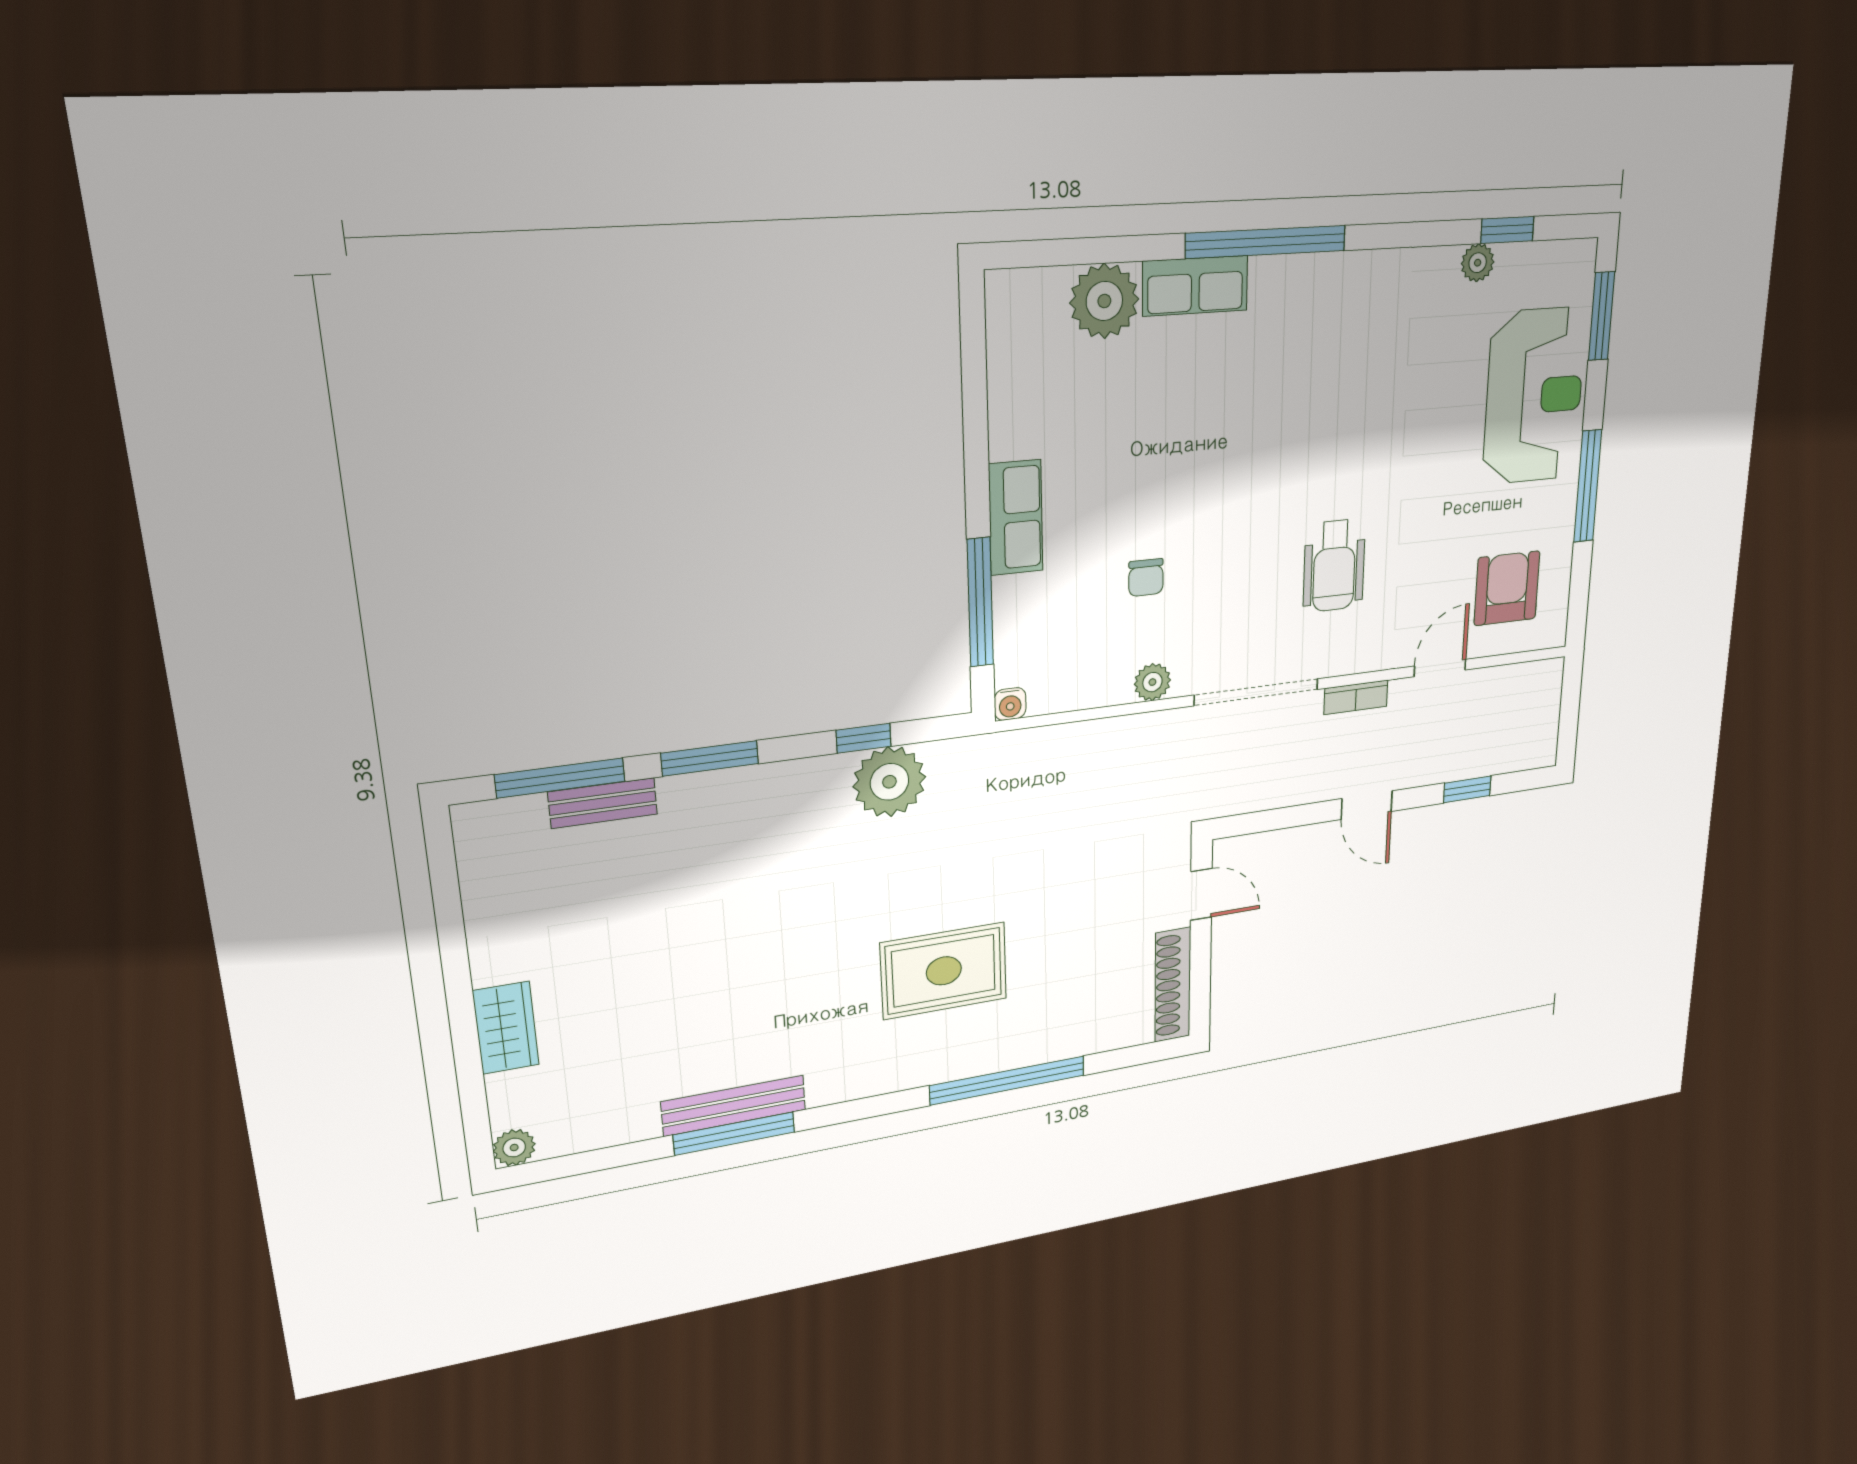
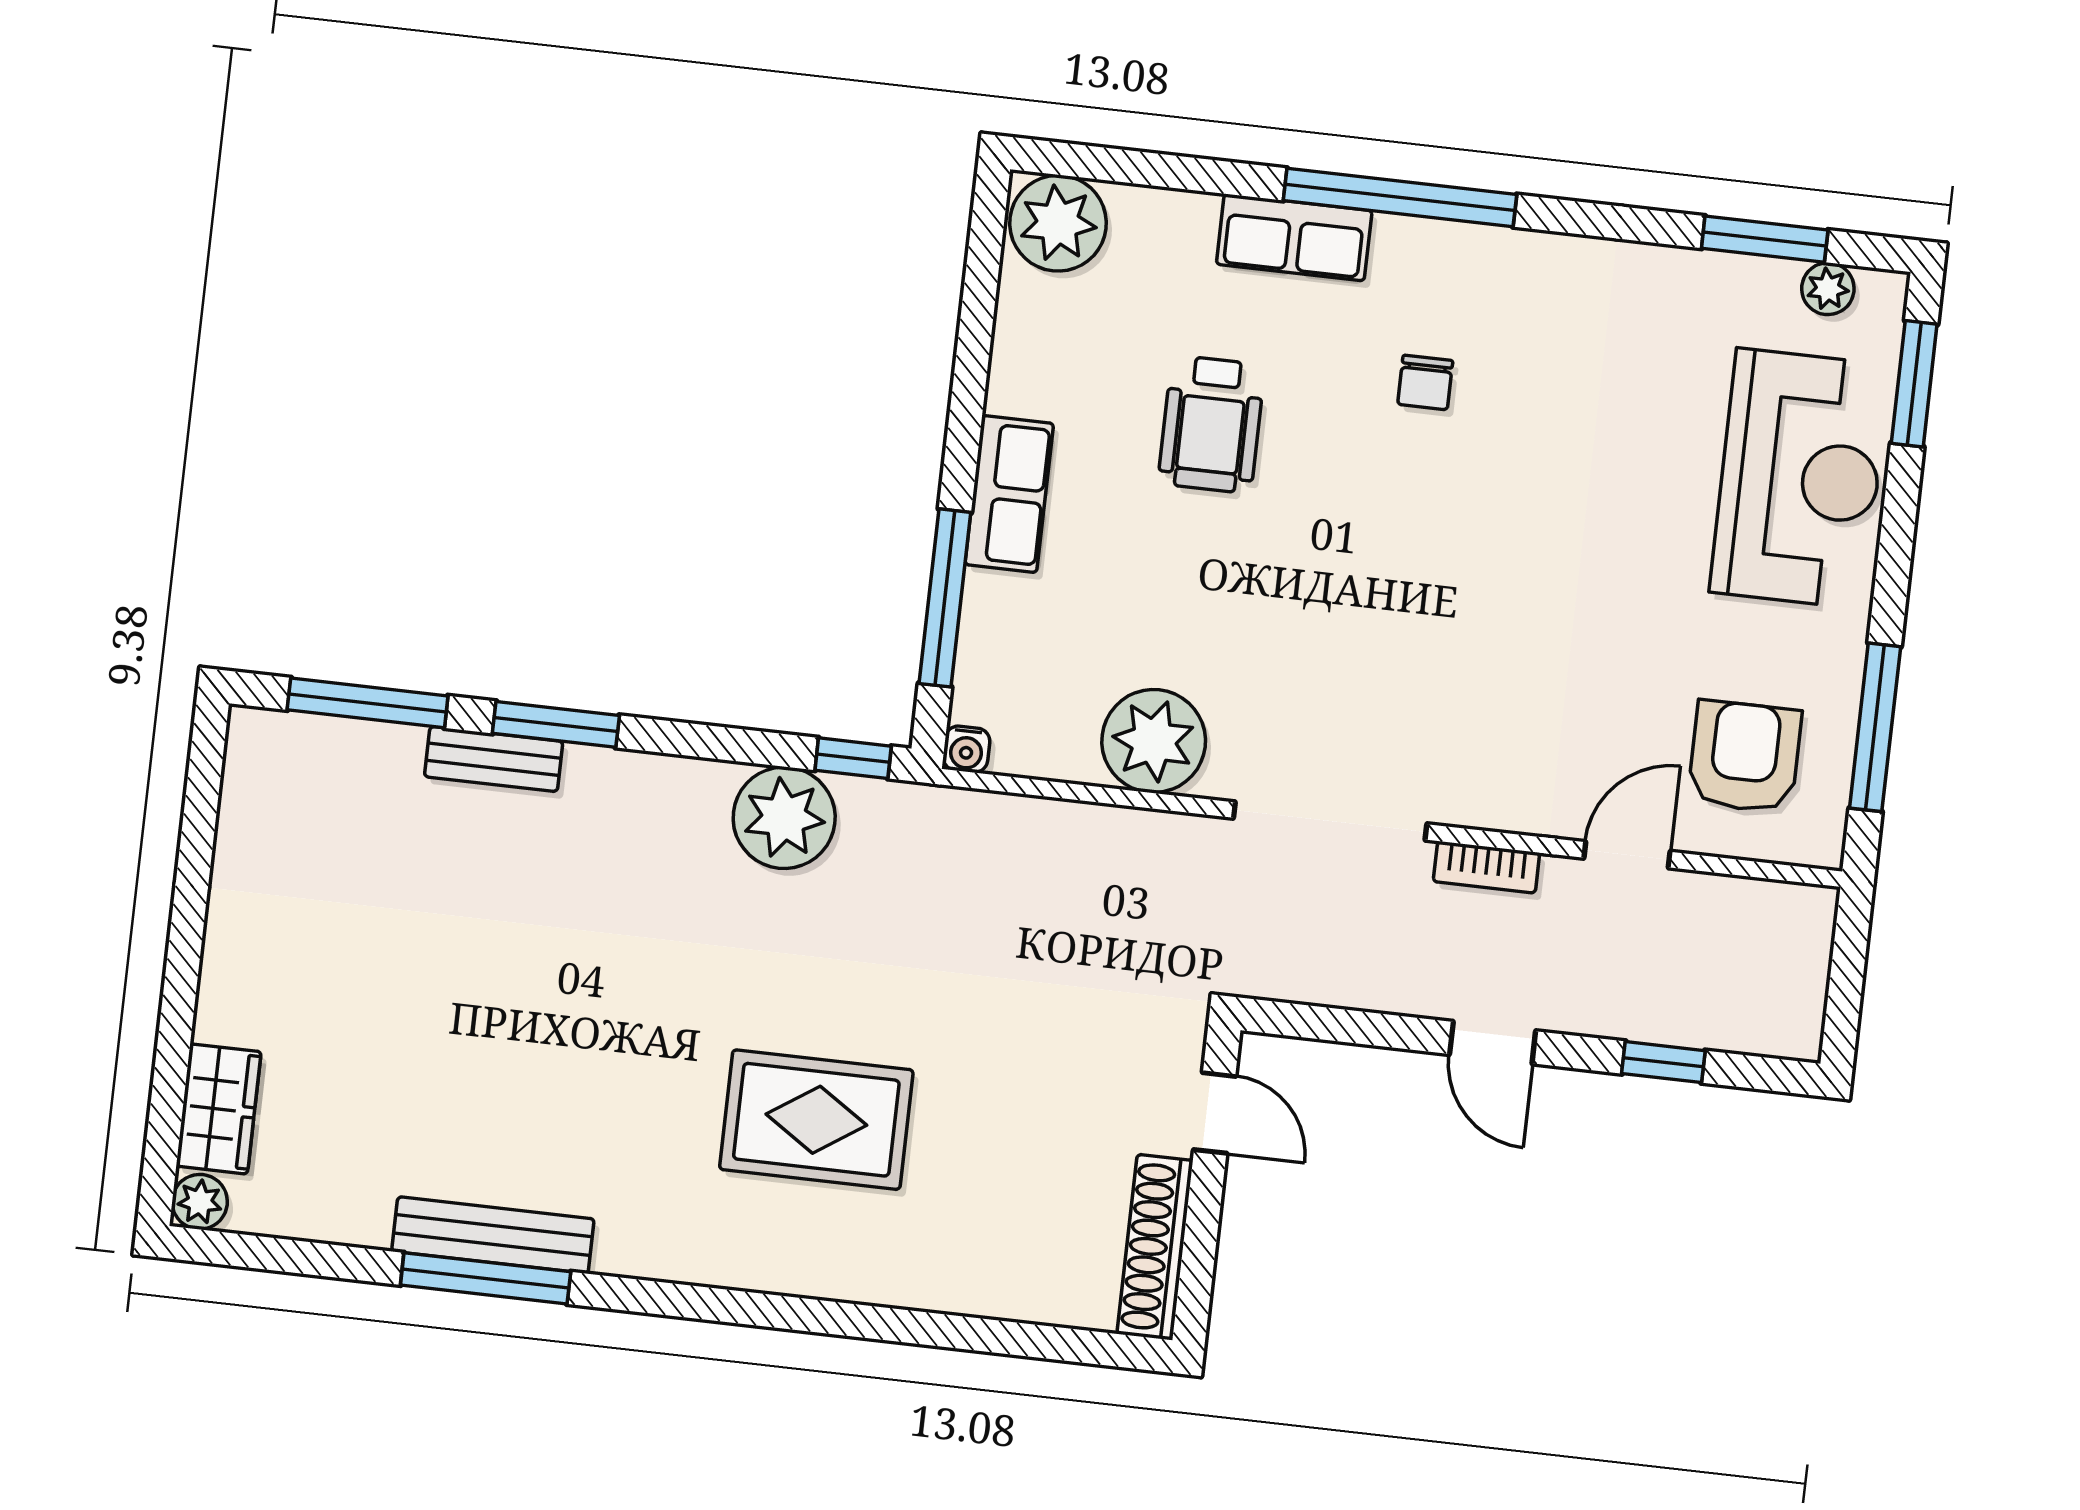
window: (1507, 230) -> (1765, 239), width x1.50
plant: (1478, 263) -> (1828, 289), moved
plant: (1104, 301) -> (1058, 223), moved
window: (1588, 486) -> (1875, 727), moved
wheelchair: (1334, 566) -> (1211, 424), moved
chair: (1146, 578) -> (1425, 382), moved
plant: (1152, 682) -> (1154, 741), width x1.88, depth x1.88
window: (864, 738) -> (853, 758), moved
bench: (603, 803) -> (494, 759), moved
wardrobe: (506, 1028) -> (219, 1109), moved
window: (1007, 1080) -> (884, 1324), removed

